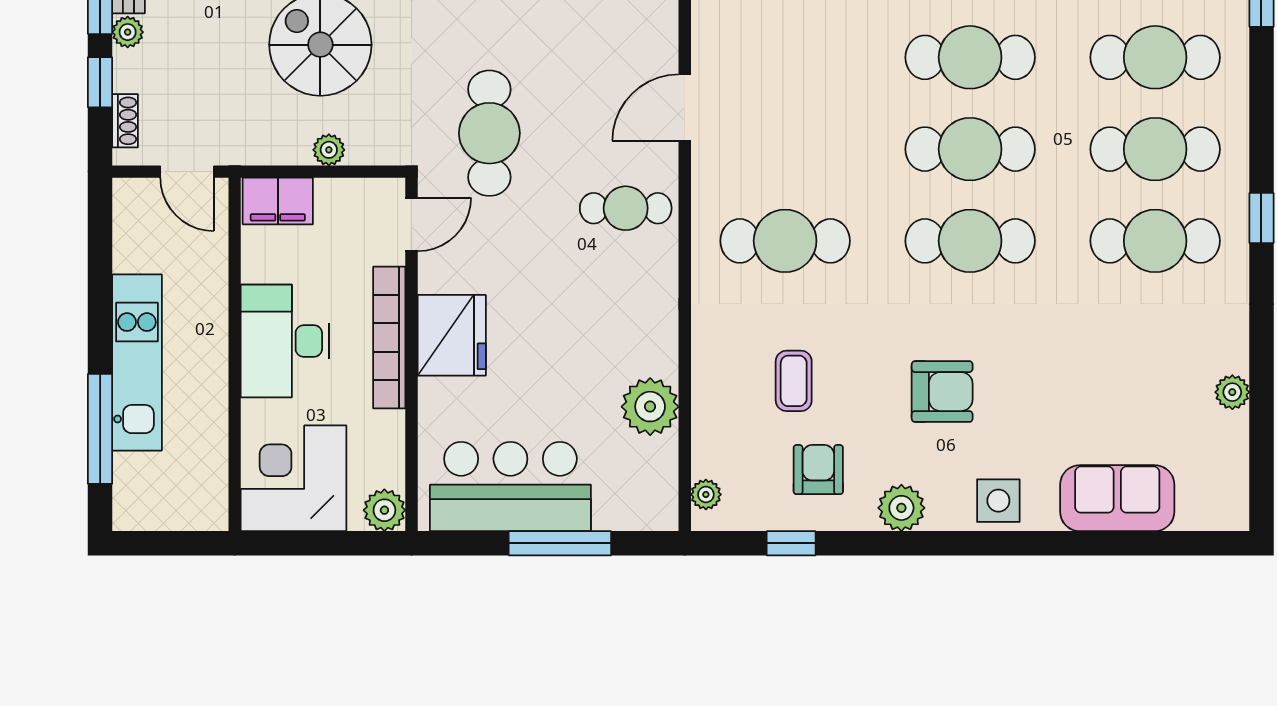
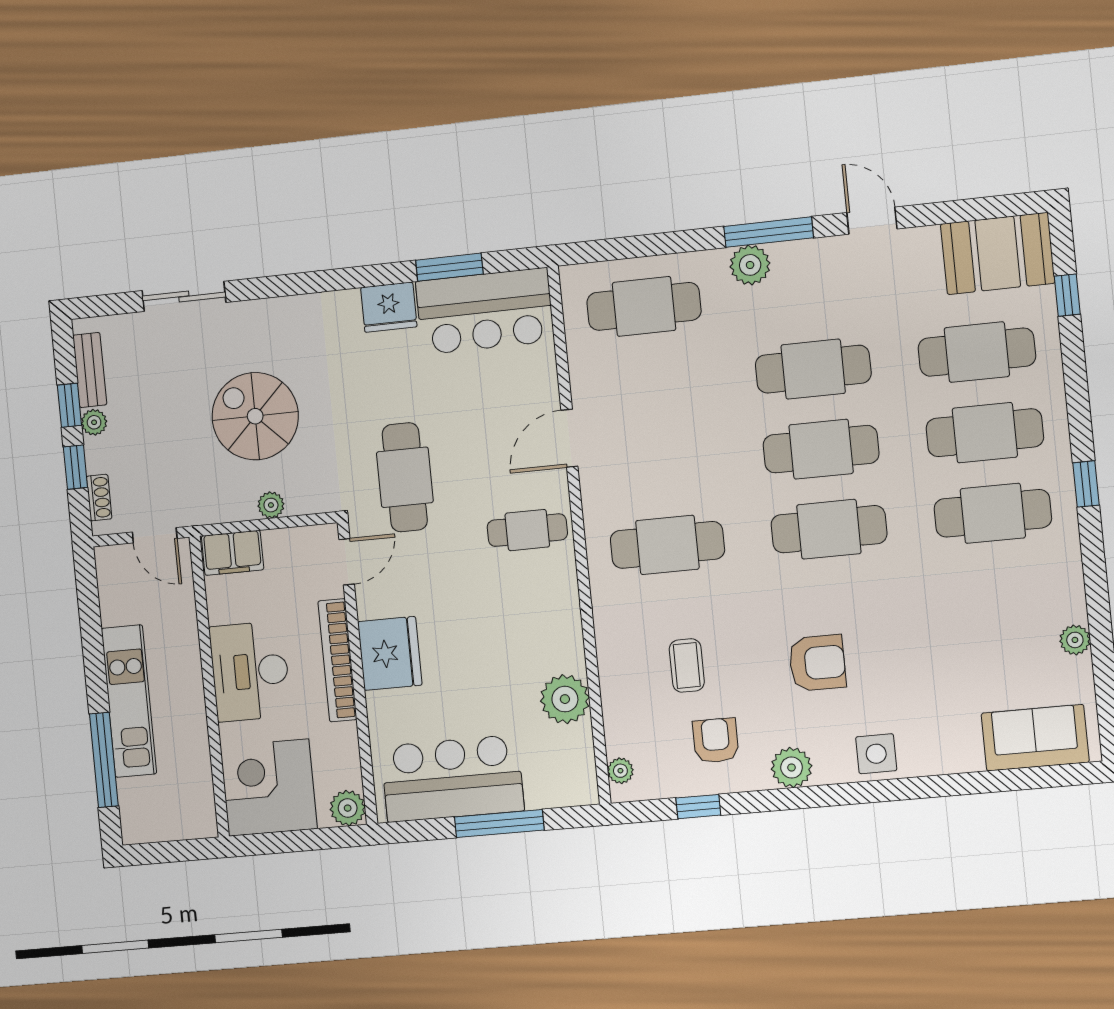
sofa: (1117, 498) -> (1035, 738), moved

